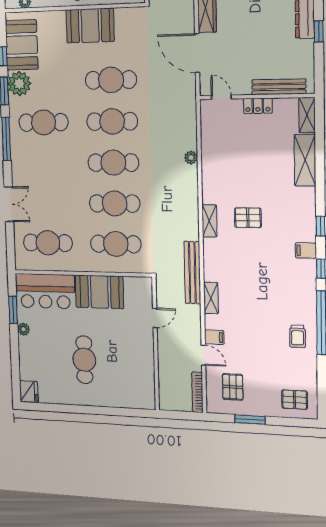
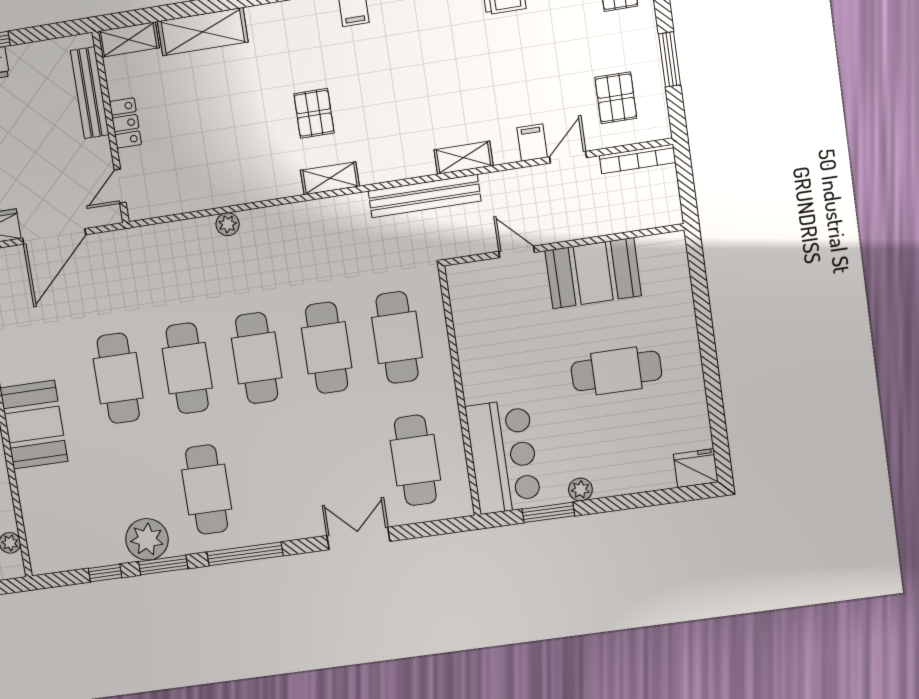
booth: (22, 45) -> (82, 541), removed
booth: (99, 292) -> (593, 273), moved, turned 90
pallet: (233, 387) -> (616, 98), turned 90

